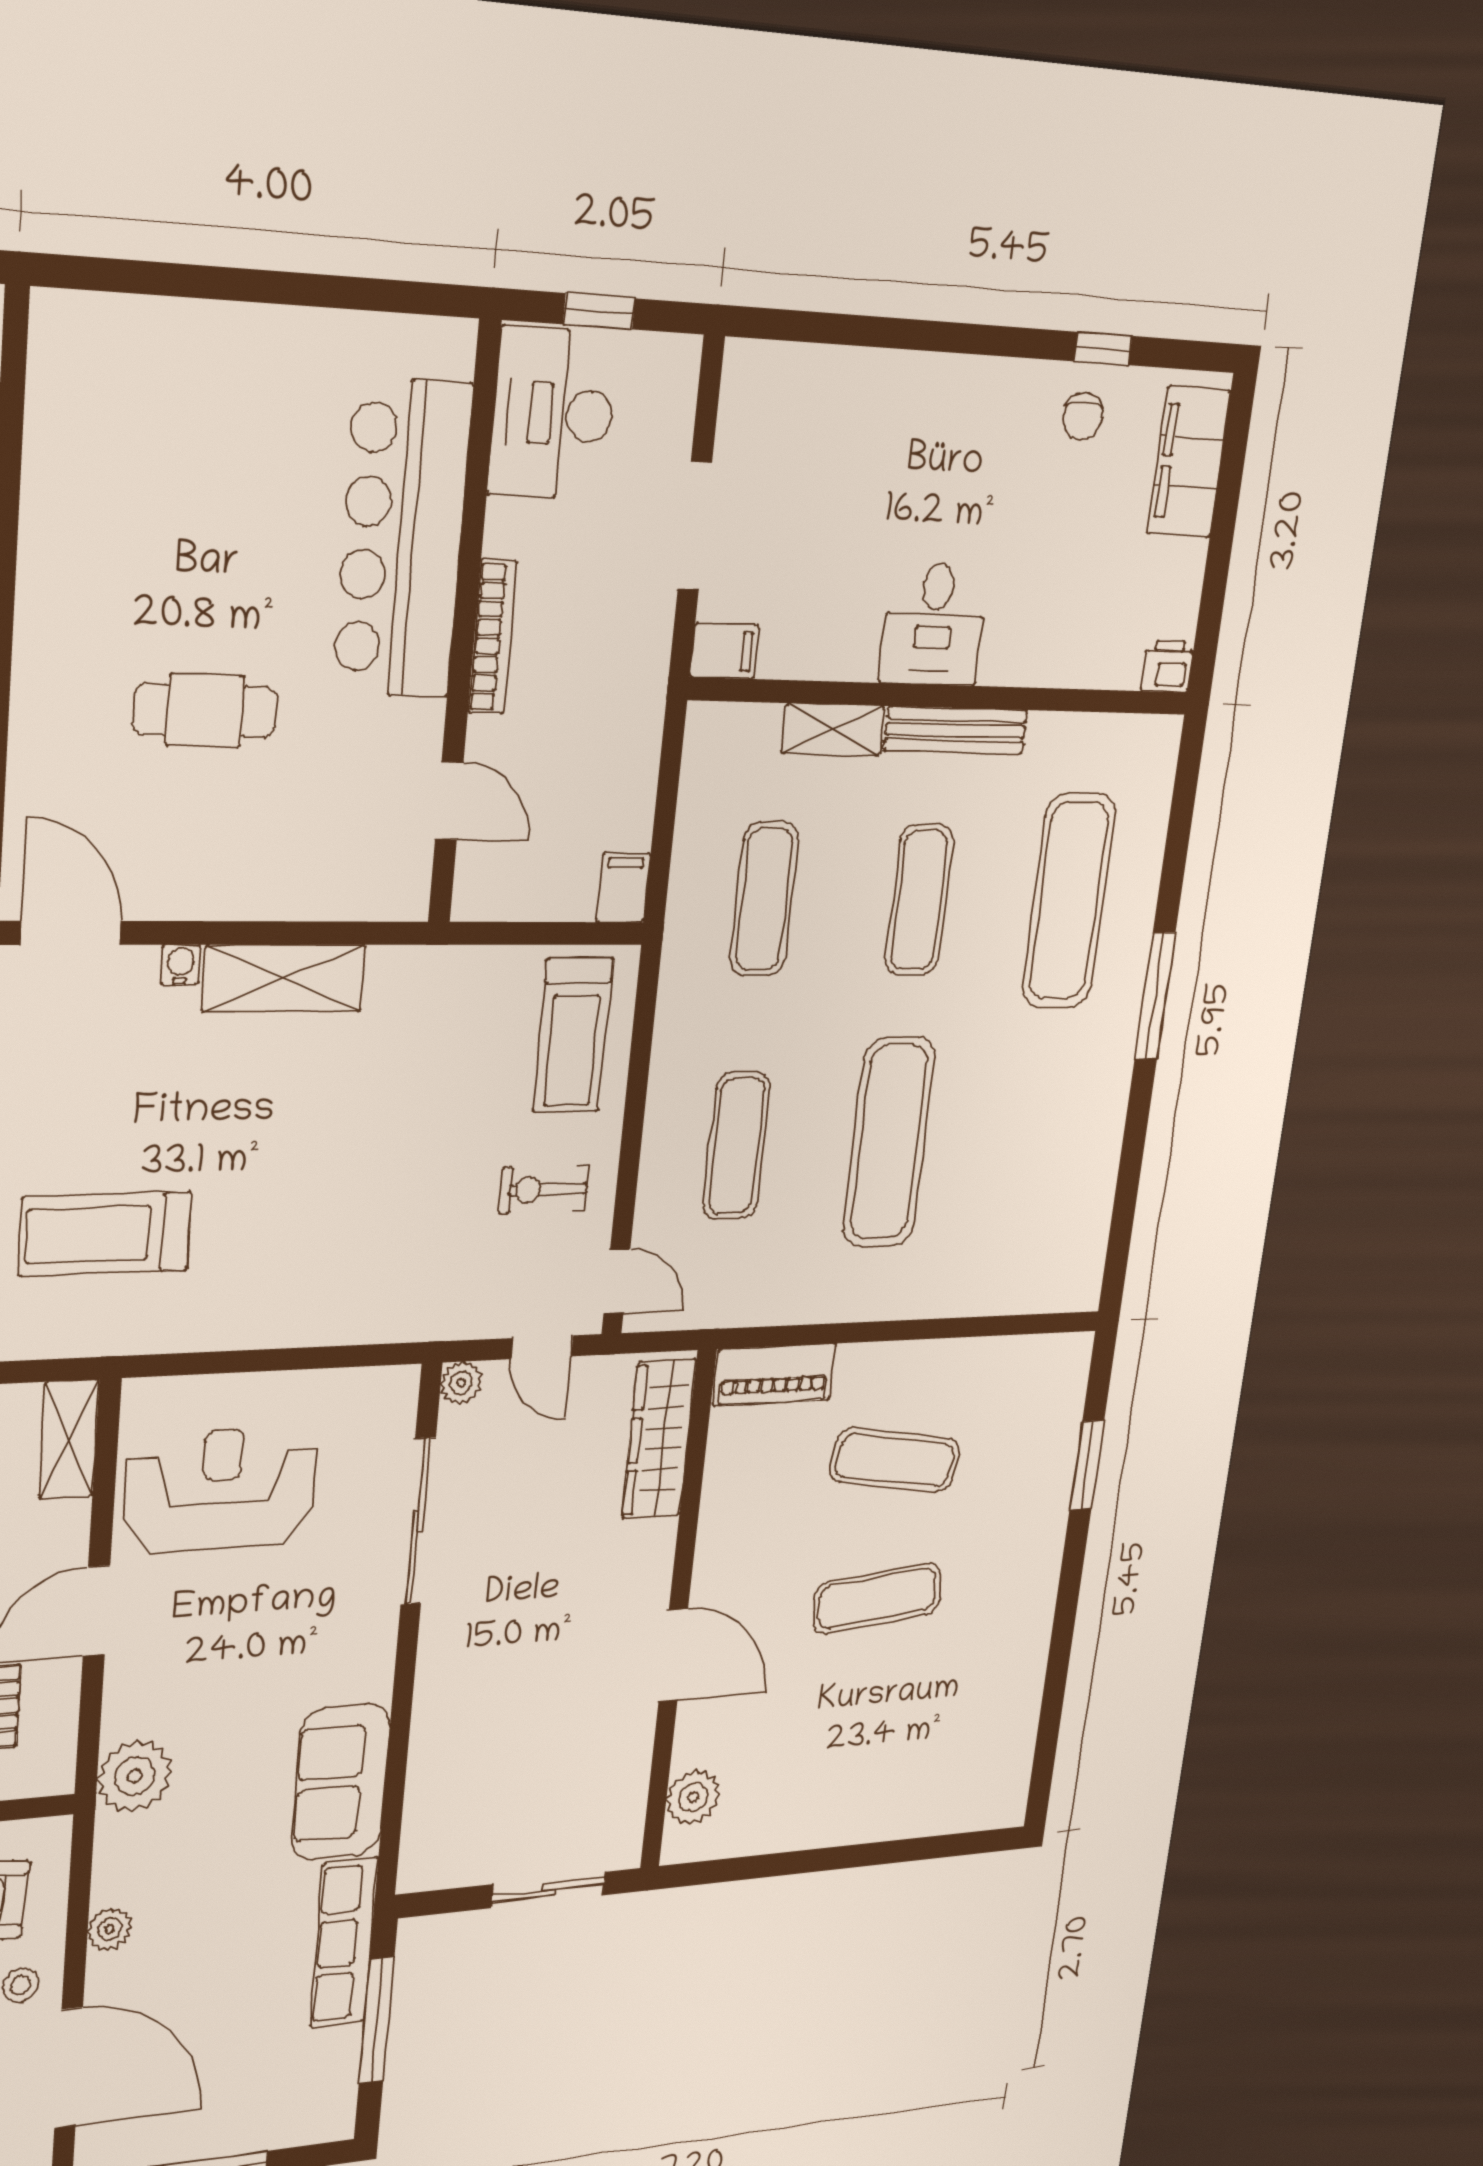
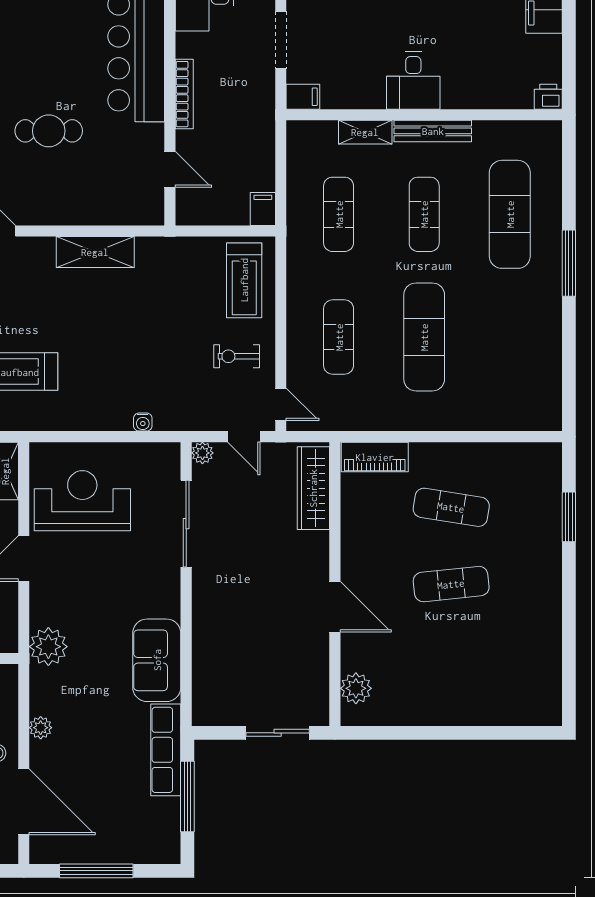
water cooler: (181, 965) -> (143, 422), moved, turned 180

